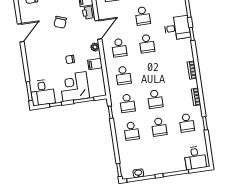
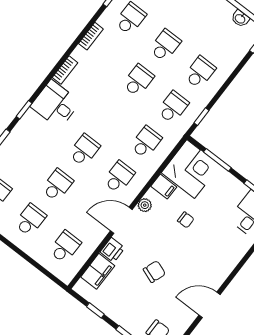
desk: (177, 28) -> (55, 104), moved
corner desk: (75, 87) -> (191, 169), moved, turned -90

